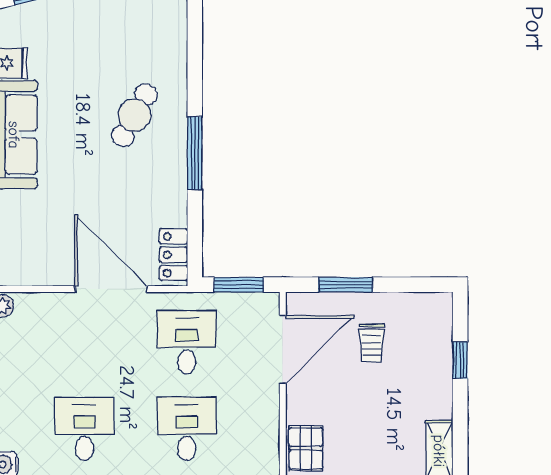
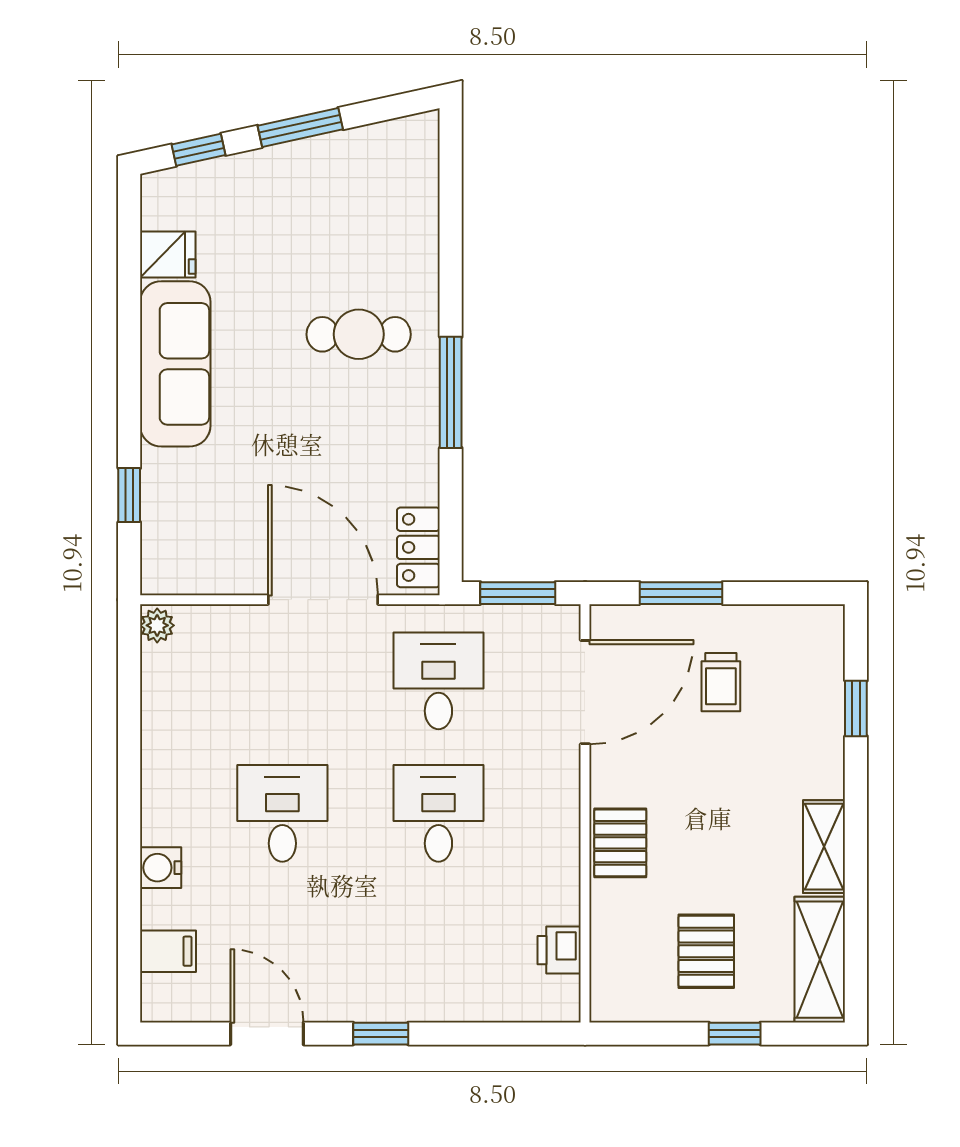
cafe table: (134, 115) -> (359, 334), turned 61

